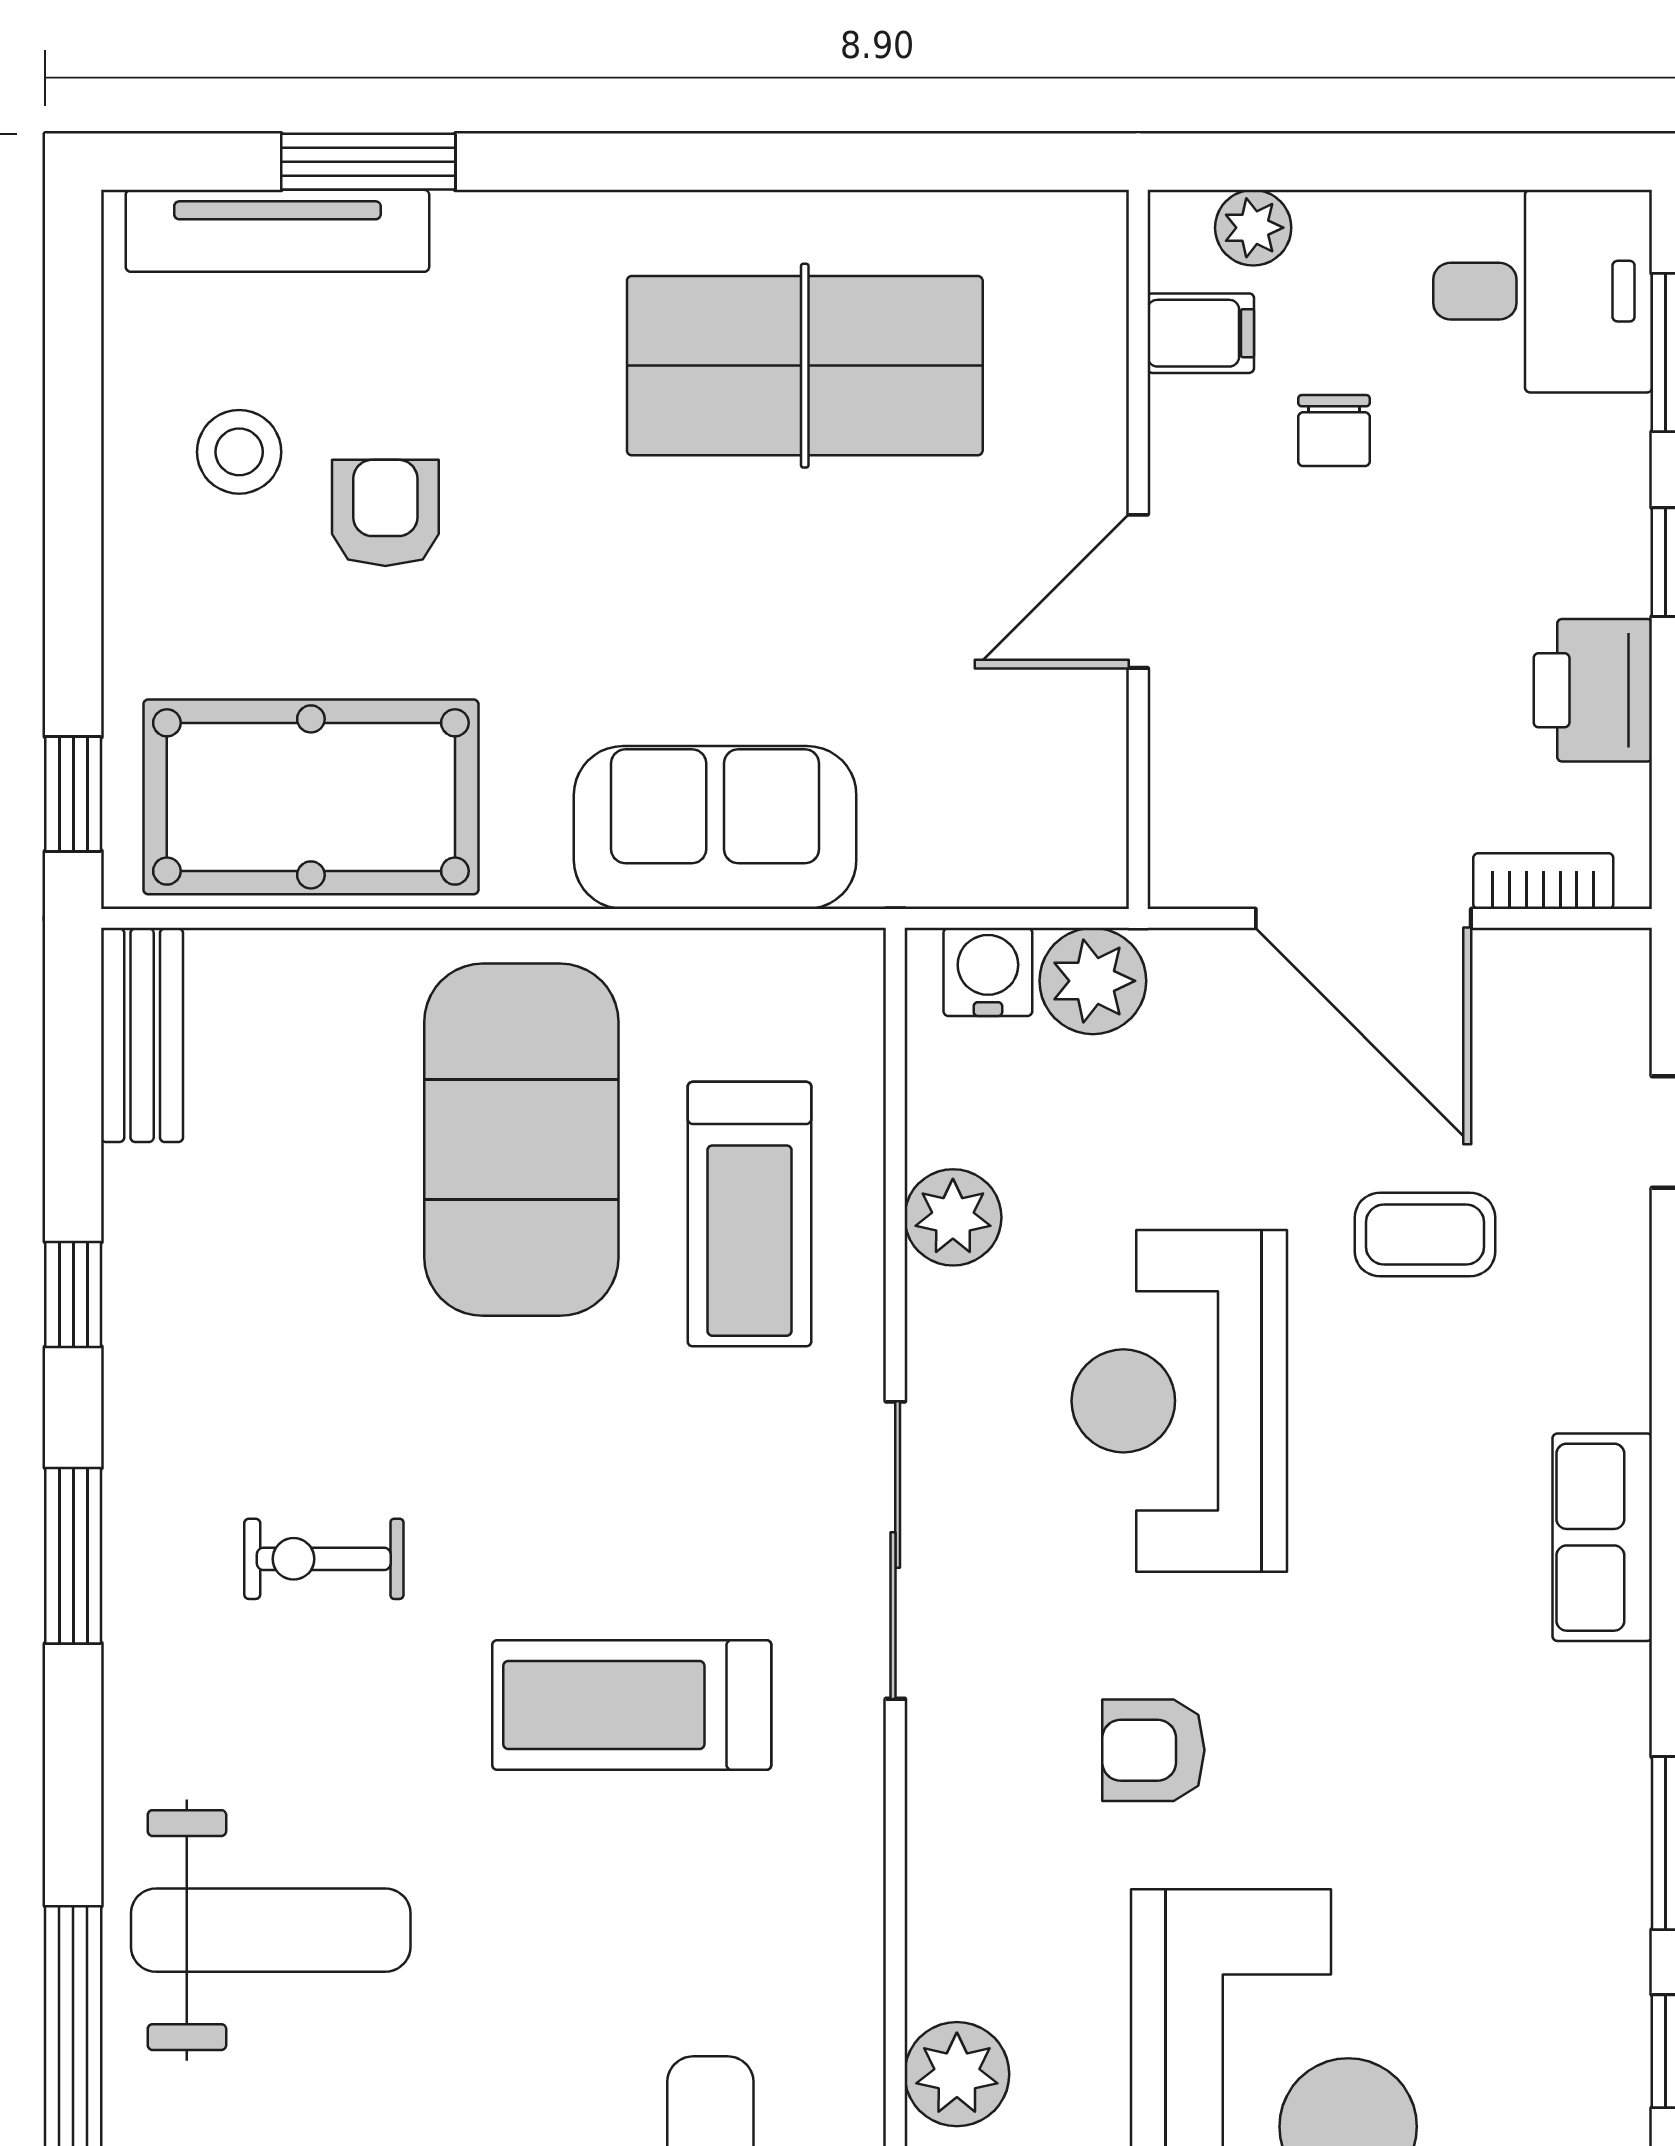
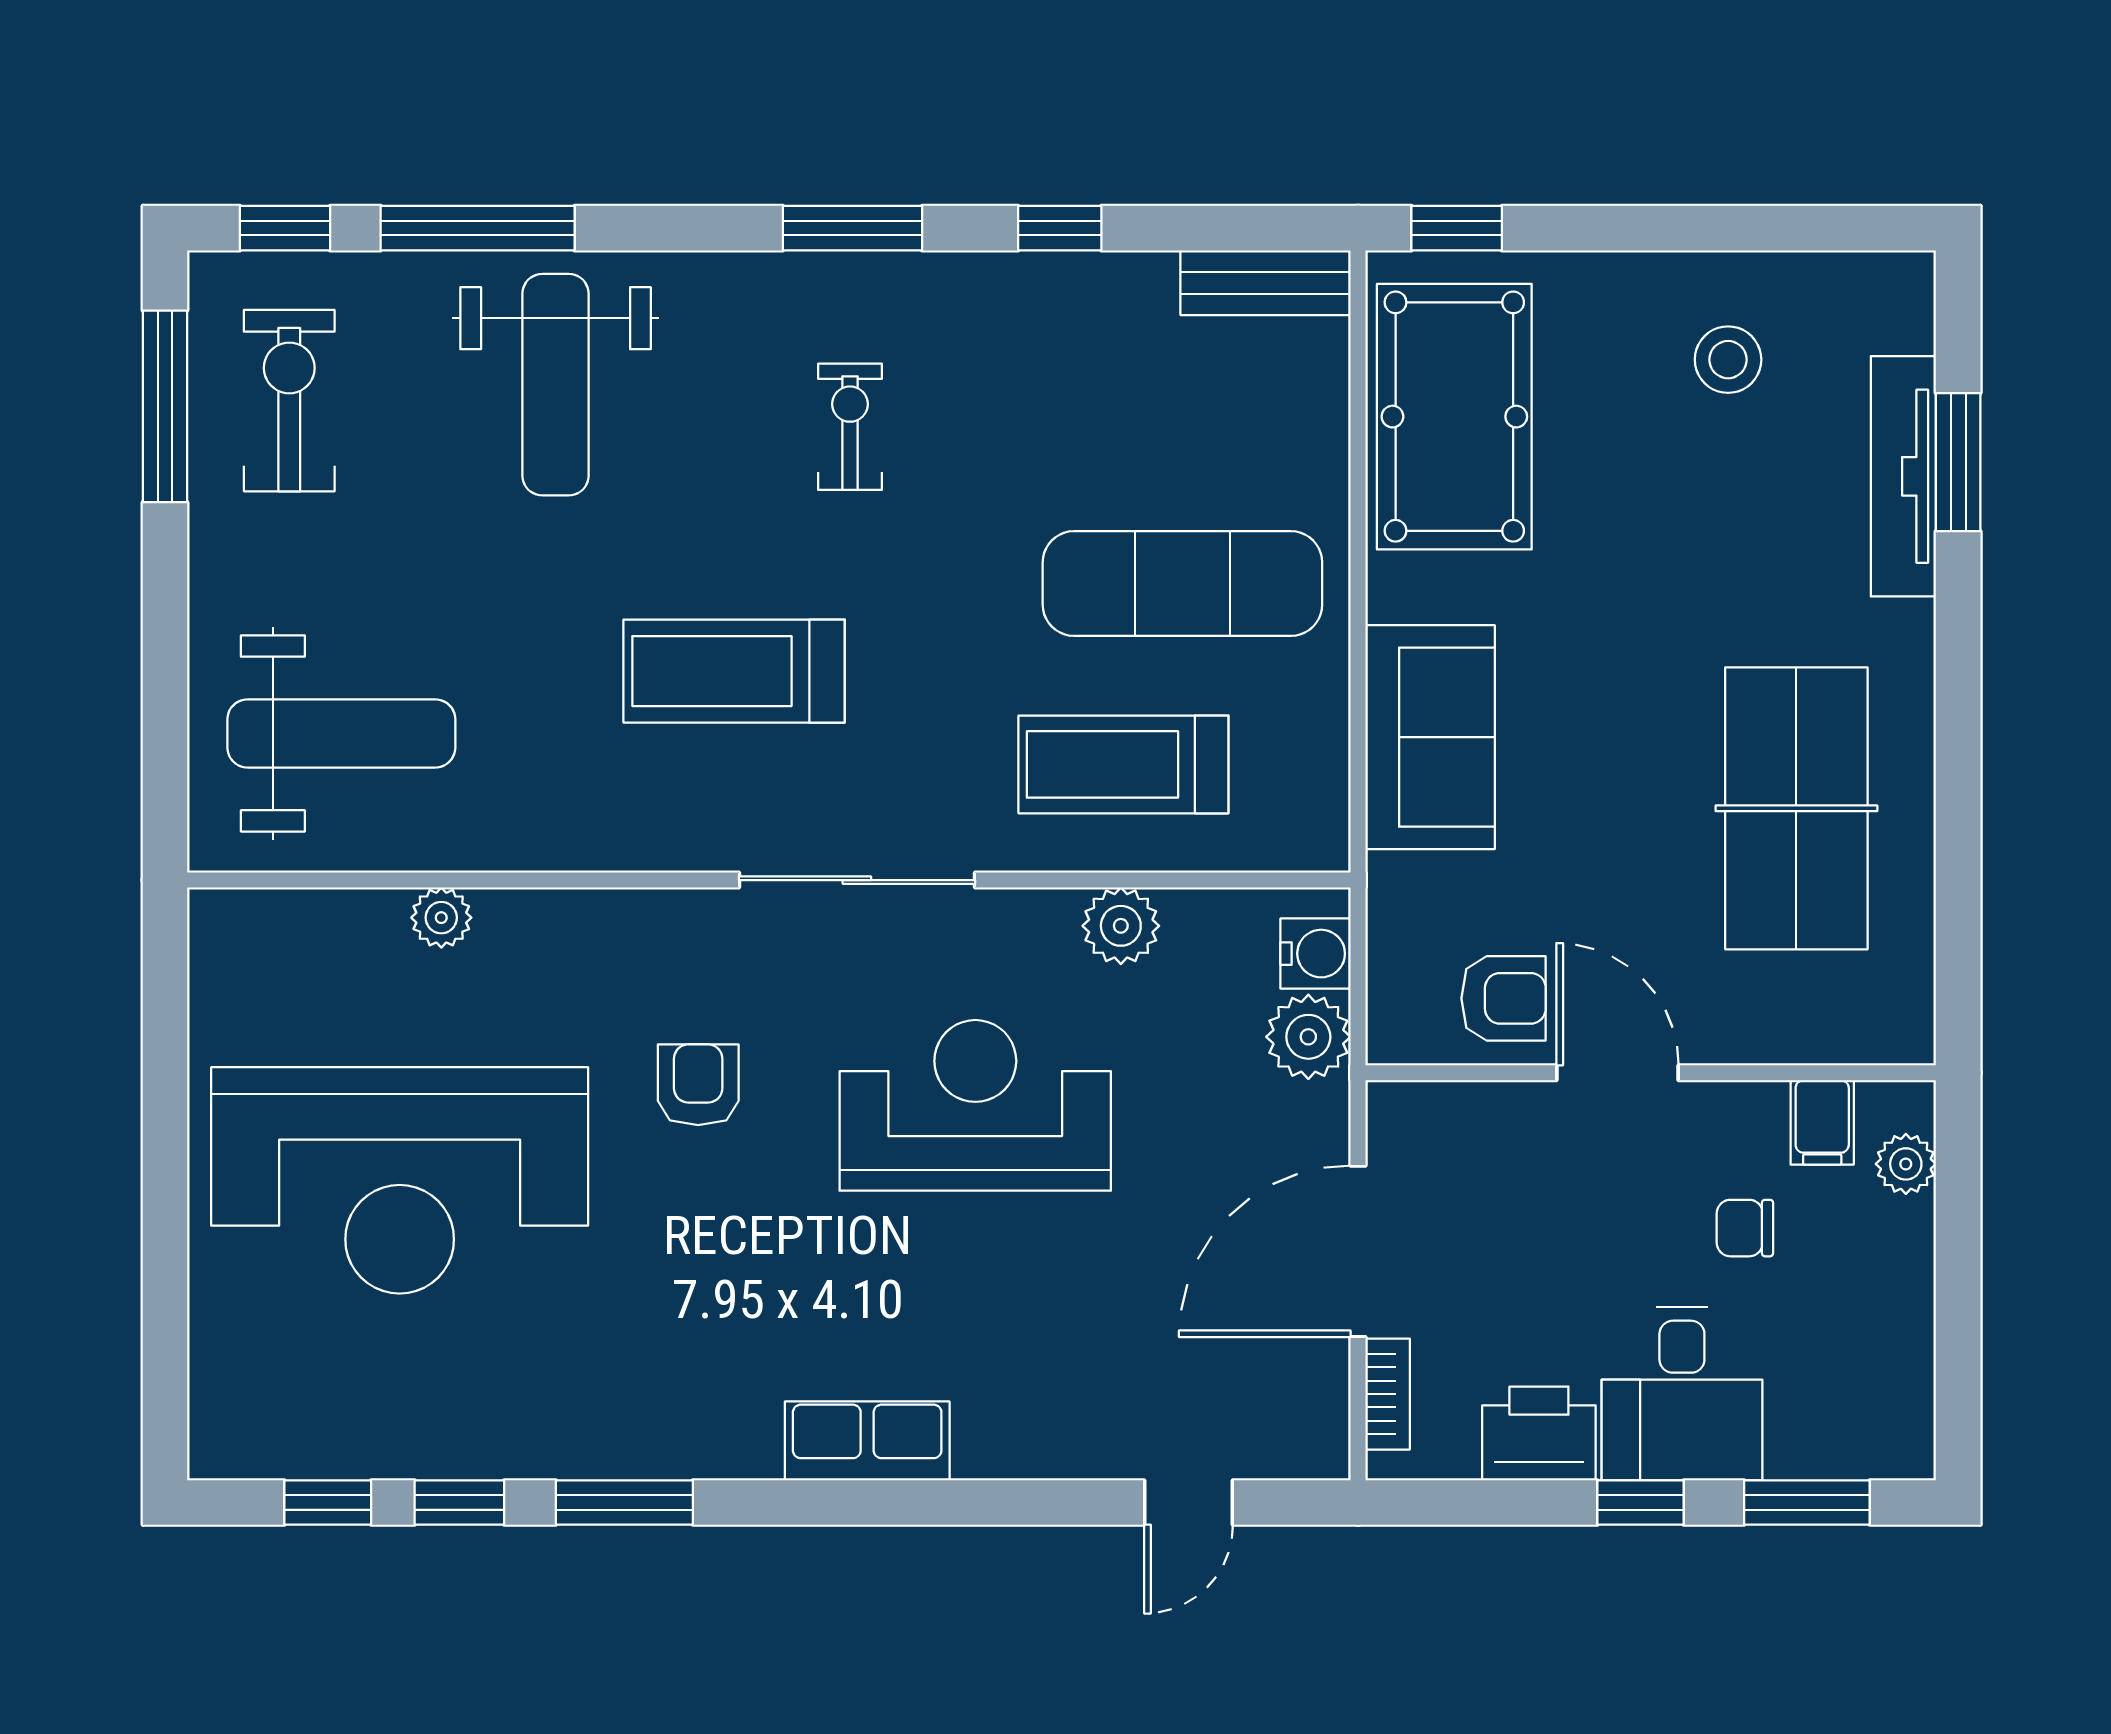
tv unit: (277, 231) -> (1903, 476), moved
desk: (1543, 291) -> (1682, 1394), moved
armchair: (385, 513) -> (1504, 998), moved
exercise mat: (521, 1140) -> (1182, 584), width x0.68
coffee table: (1425, 1235) -> (1107, 1300), removed
treadmill: (632, 1705) -> (734, 671), turned -90
plant: (957, 2074) -> (441, 918), width x0.73, depth x0.73

